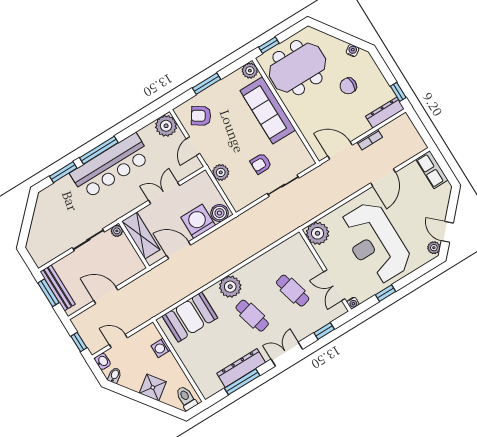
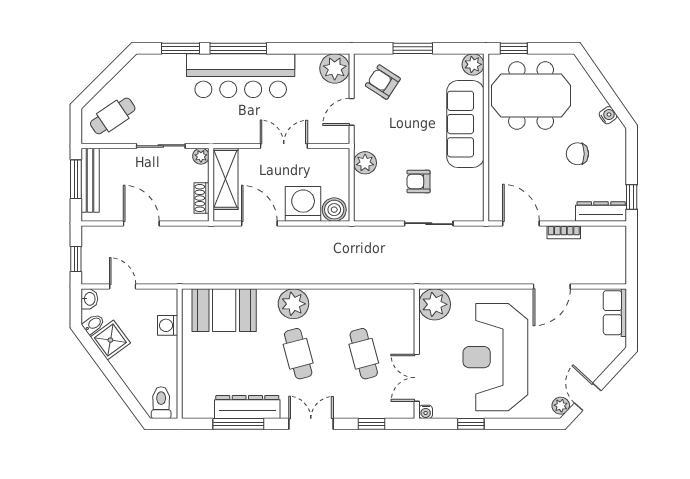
cafe table: (47, 240) -> (113, 116), added
shoe rack: (133, 256) -> (202, 198), added
shower: (153, 388) -> (110, 340), moved

